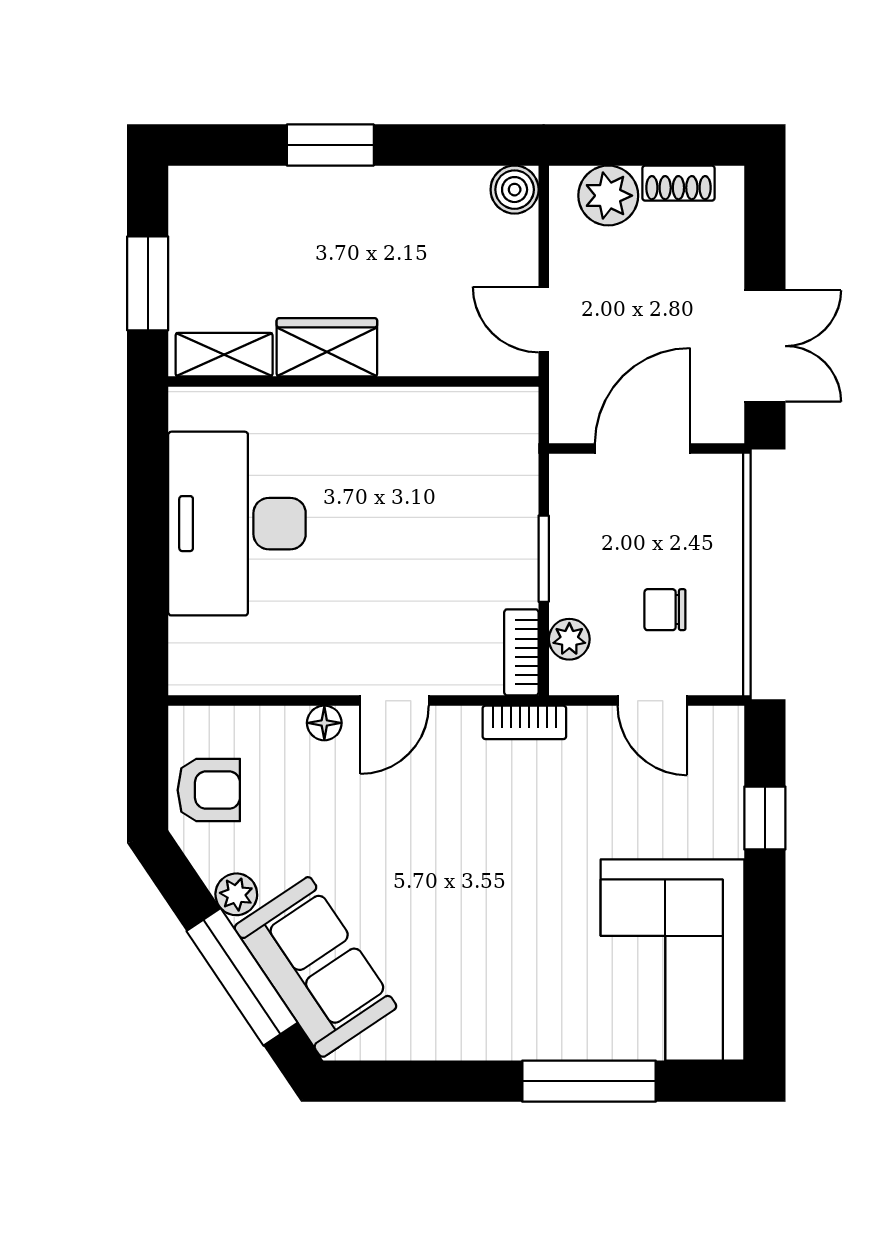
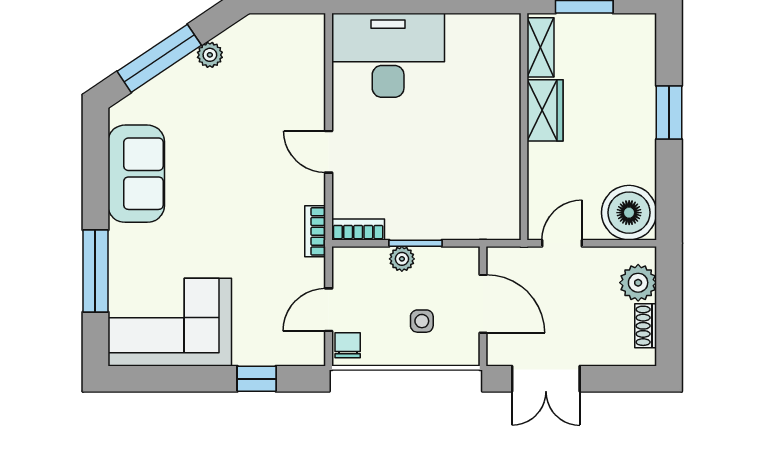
boiler: (515, 190) -> (629, 213), width x1.86, depth x1.86
desk: (237, 524) -> (388, 55), moved
side table: (671, 548) -> (422, 321), added
chair: (665, 610) -> (348, 345), moved
plant: (569, 639) -> (402, 259), moved
floor lamp: (324, 723) -> (315, 109), removed
armchair: (209, 790) -> (274, 38), removed
sofa: (315, 967) -> (136, 174), moved, turned -56

